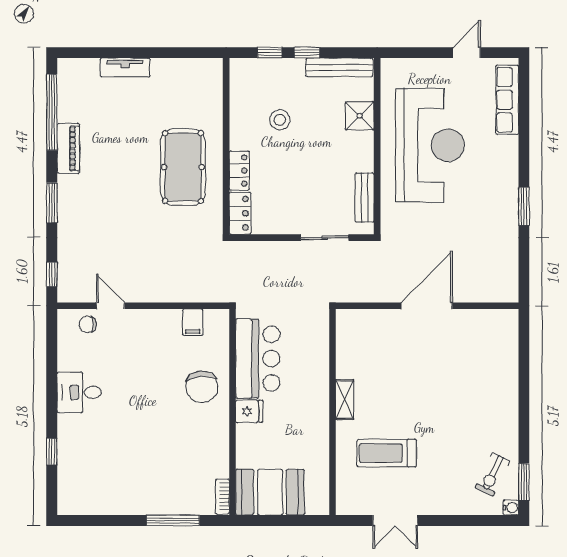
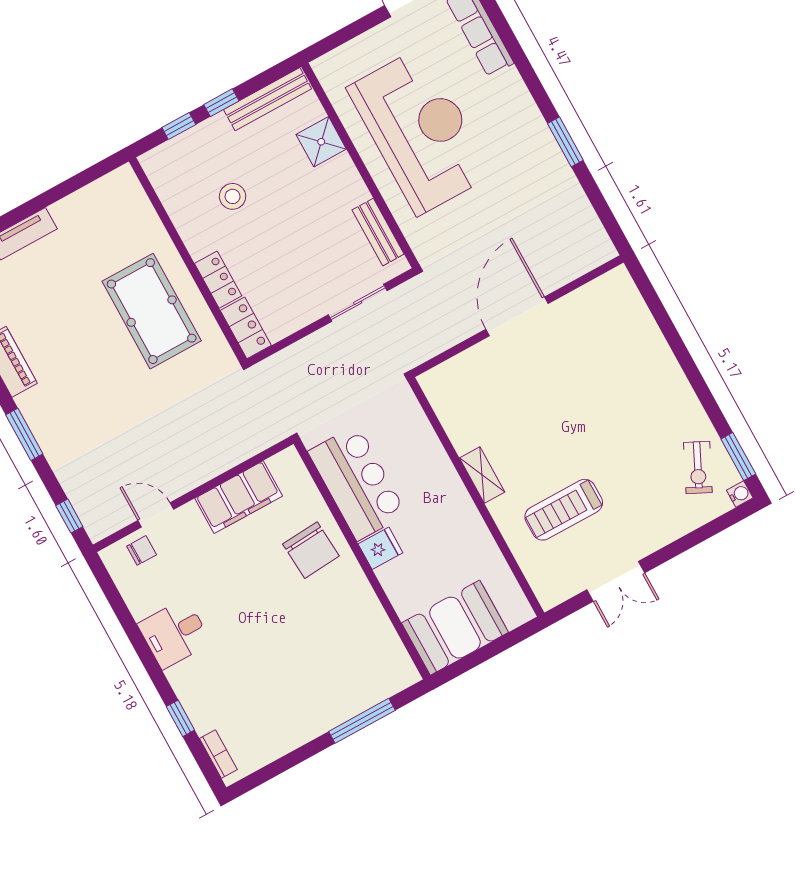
filing cabinet: (193, 322) -> (239, 497), width x3.00, depth x1.17
chair: (88, 324) -> (142, 550), turned 180
bookcase: (222, 496) -> (218, 754), moved, turned 180

